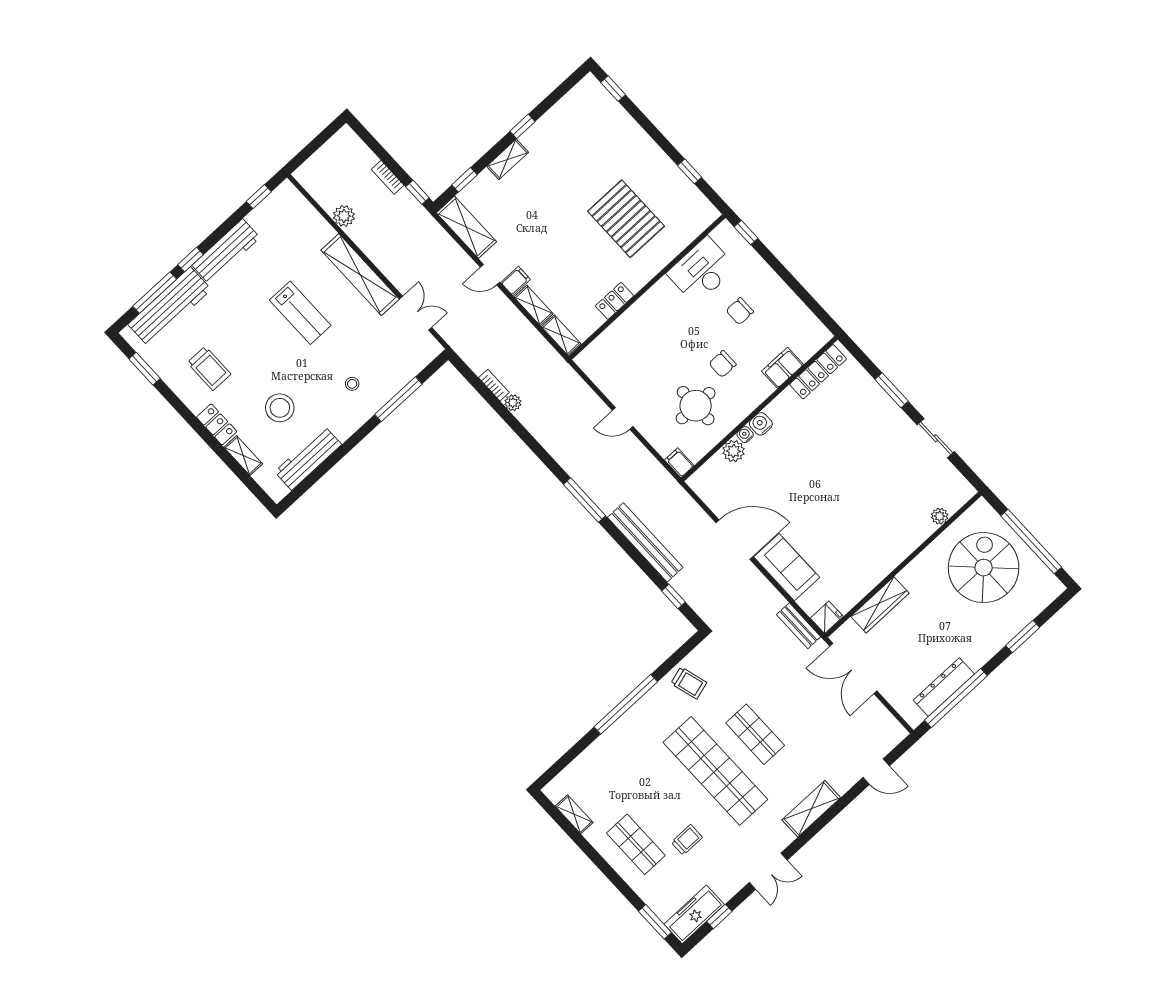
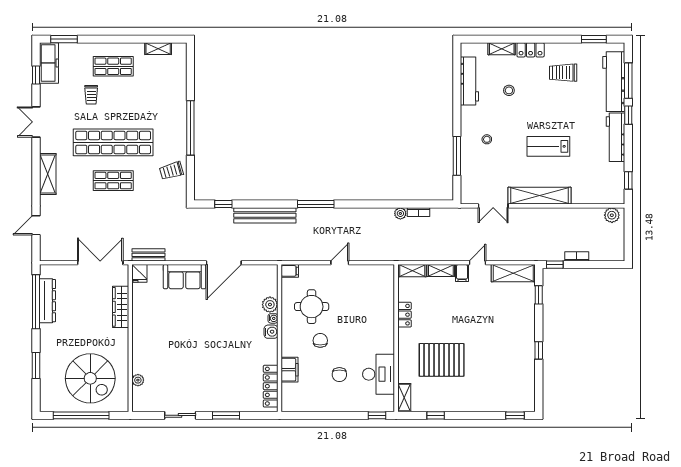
shelving: (508, 159) -> (404, 398), moved
plant: (344, 216) -> (612, 215), moved
chair: (740, 311) -> (339, 375), turned 180
stool: (280, 408) -> (509, 90), width x0.53, depth x0.53

